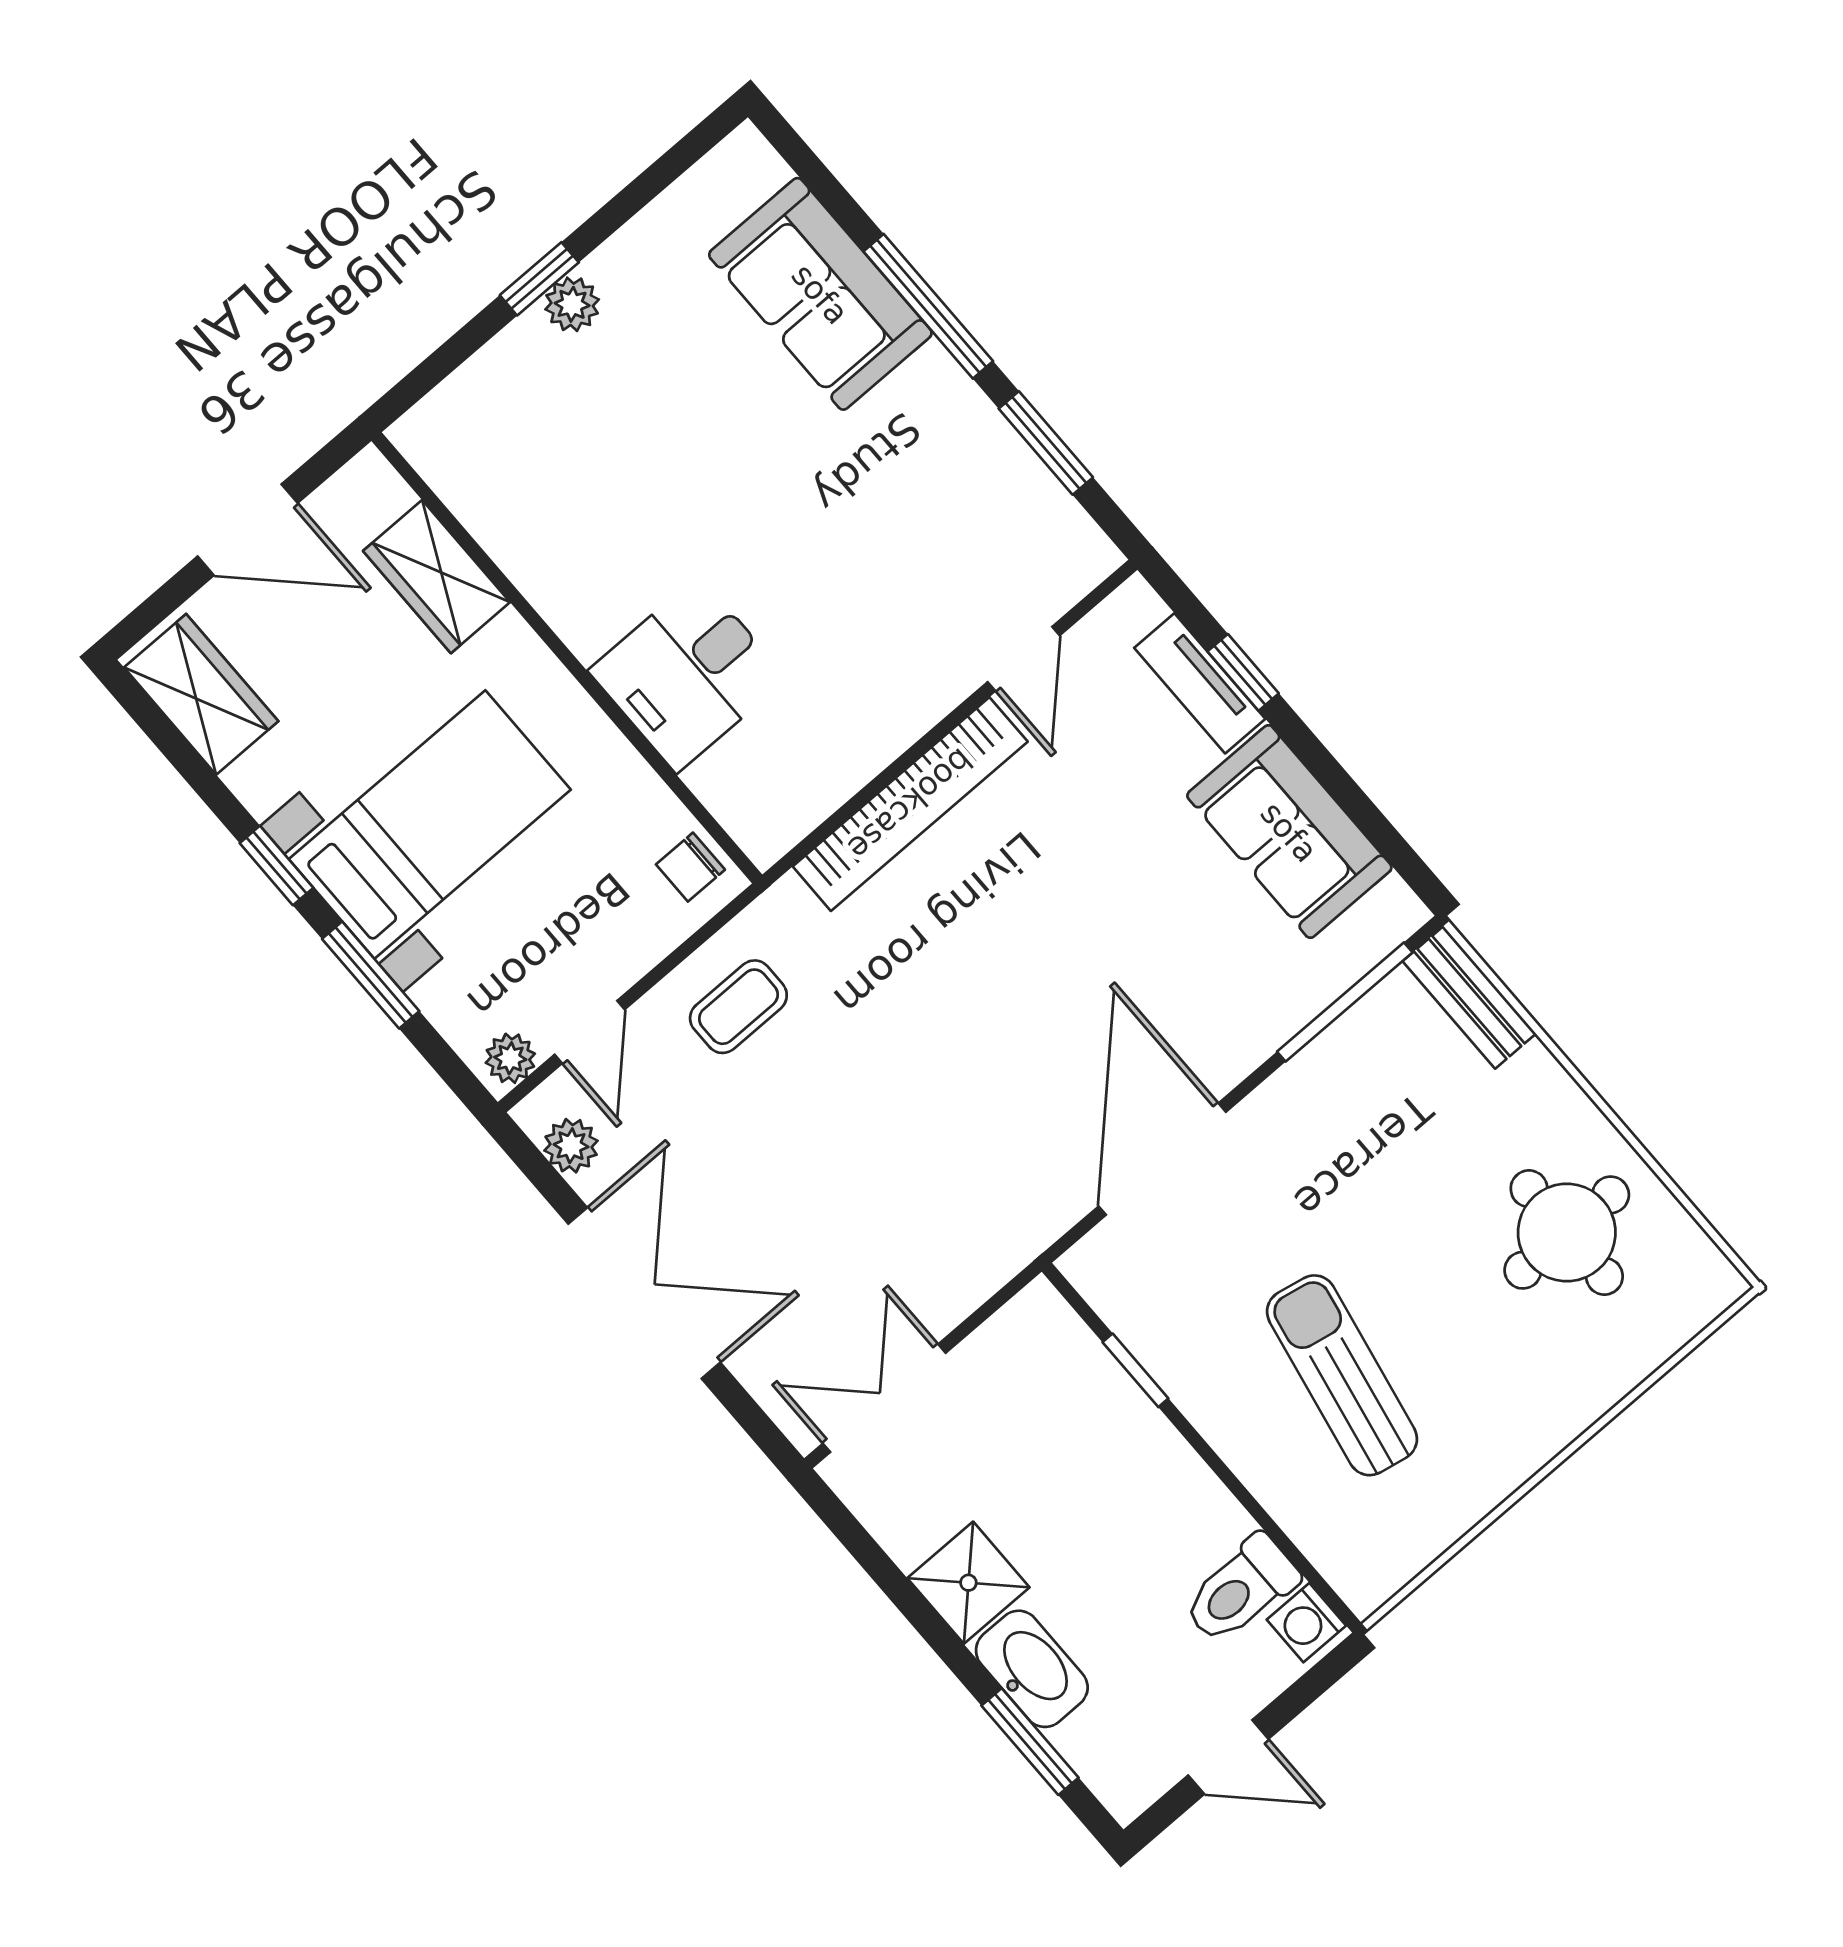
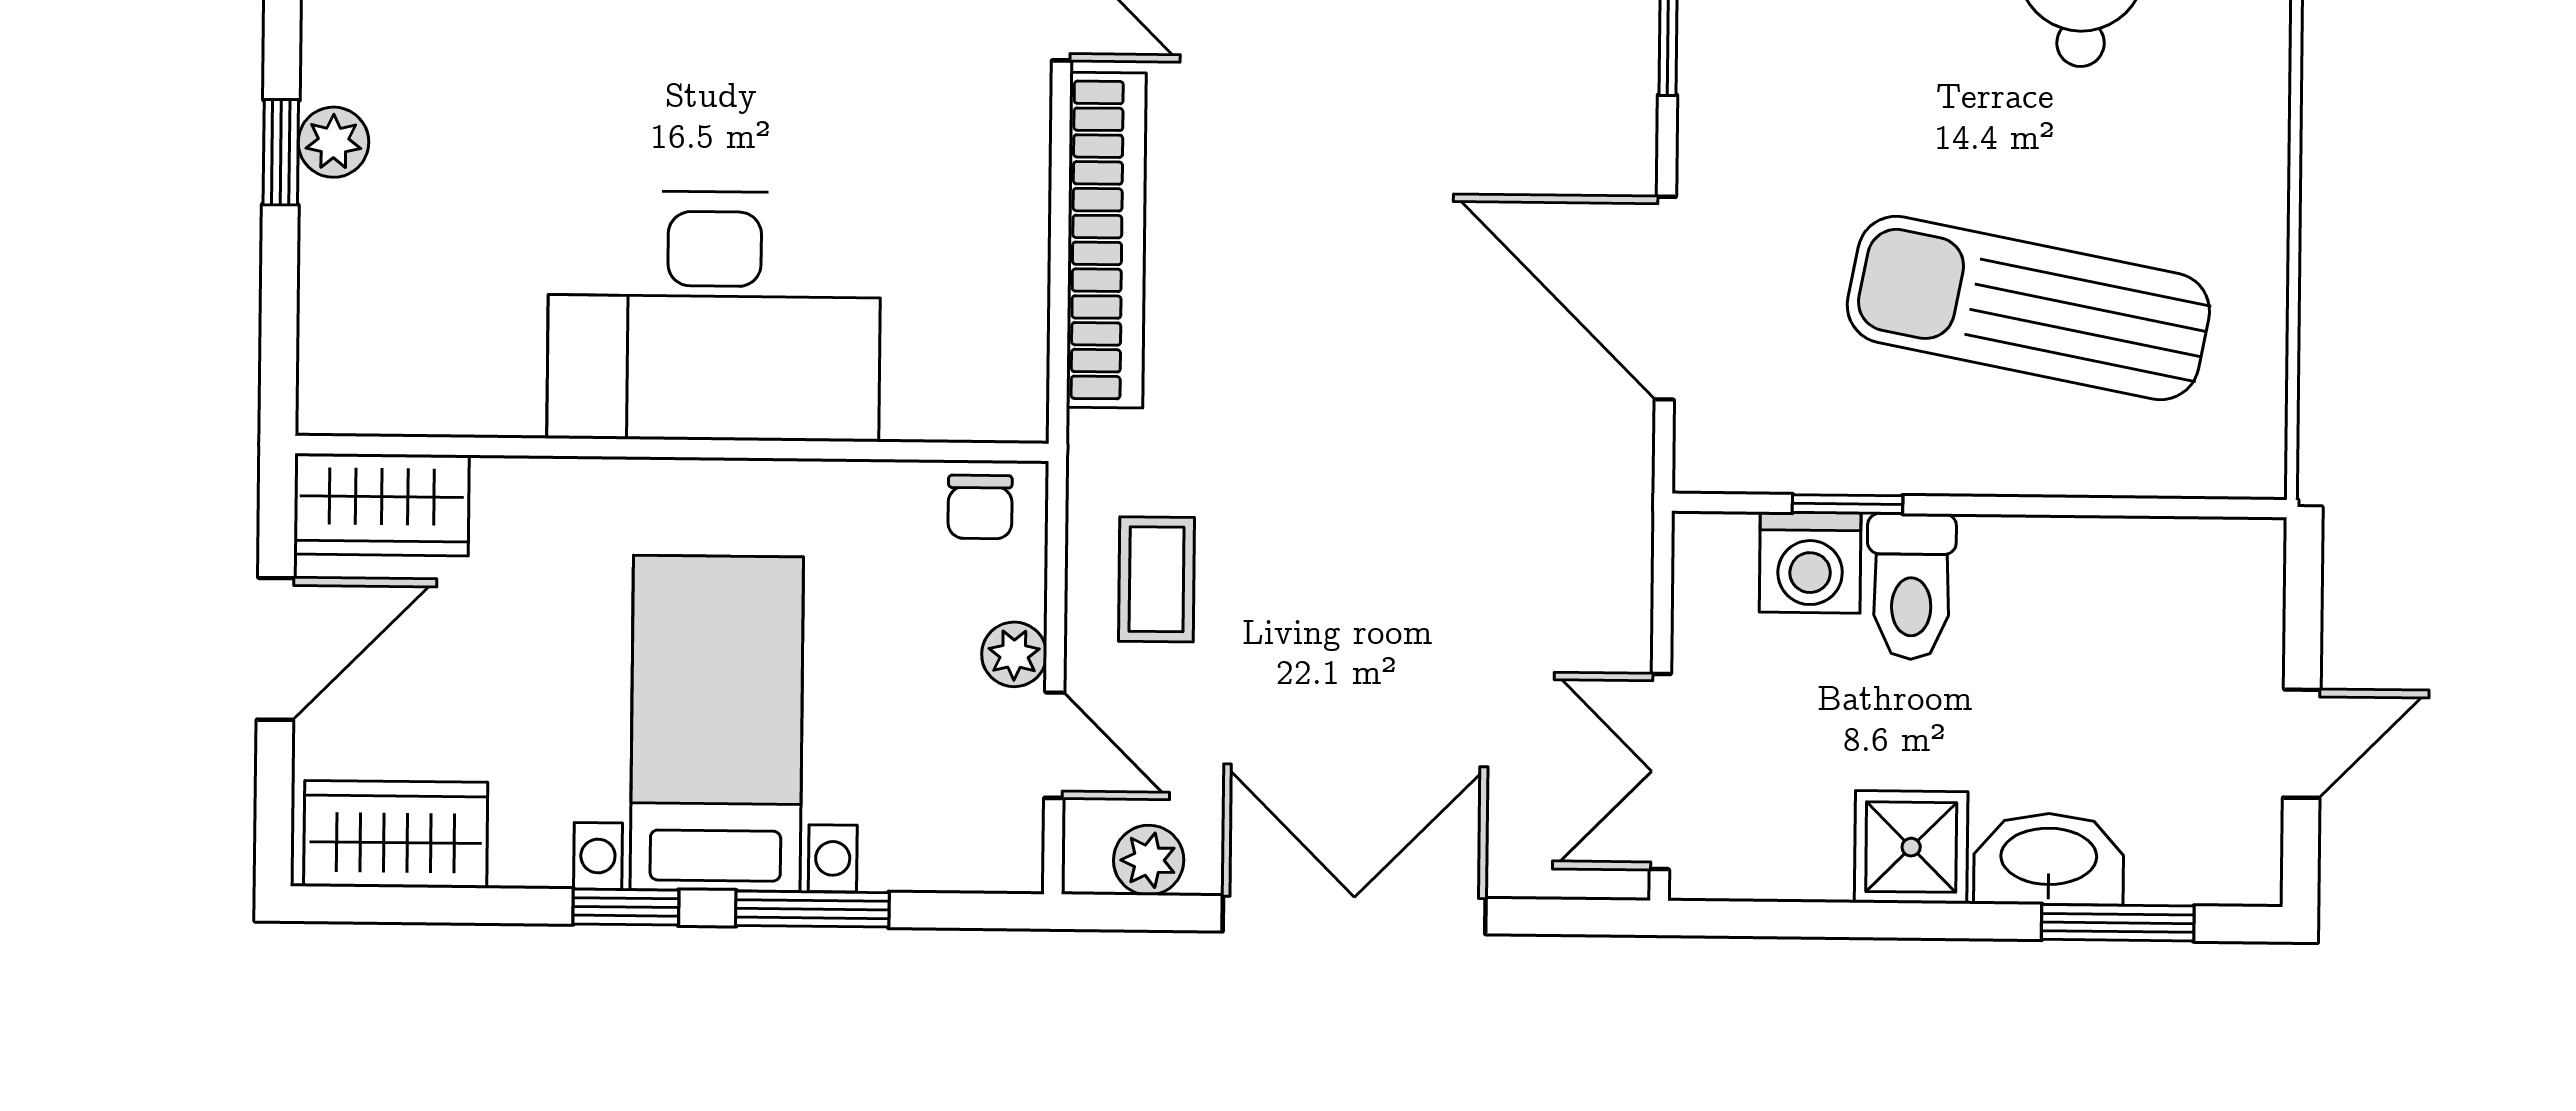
wardrobe: (437, 577) -> (382, 505), moved
desk: (688, 674) -> (714, 316), width x1.87, depth x1.30
plant: (510, 1058) -> (1014, 654), moved
sun lounger: (1342, 1375) -> (2028, 308), width x1.36, depth x1.34
toilet: (1241, 1590) -> (1911, 586), moved
washing machine: (1306, 1623) -> (1810, 563), moved, width x1.38, depth x1.38

